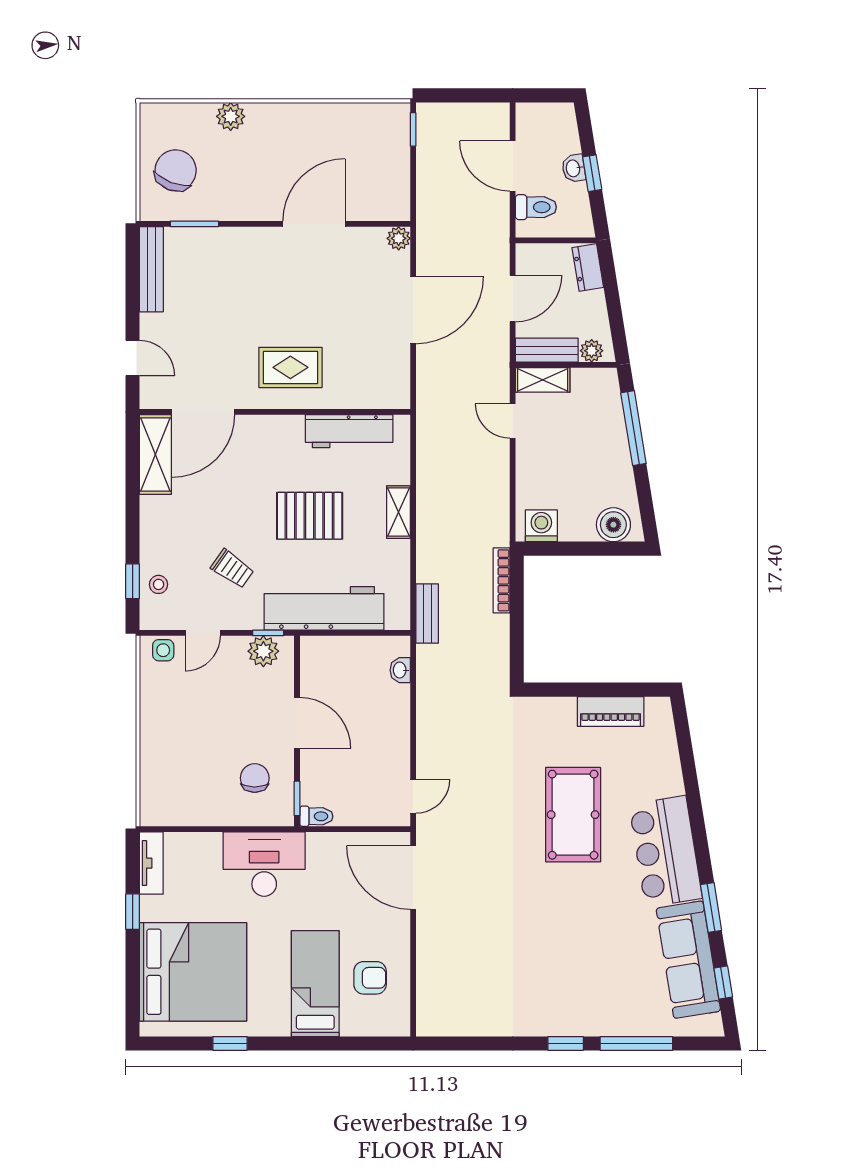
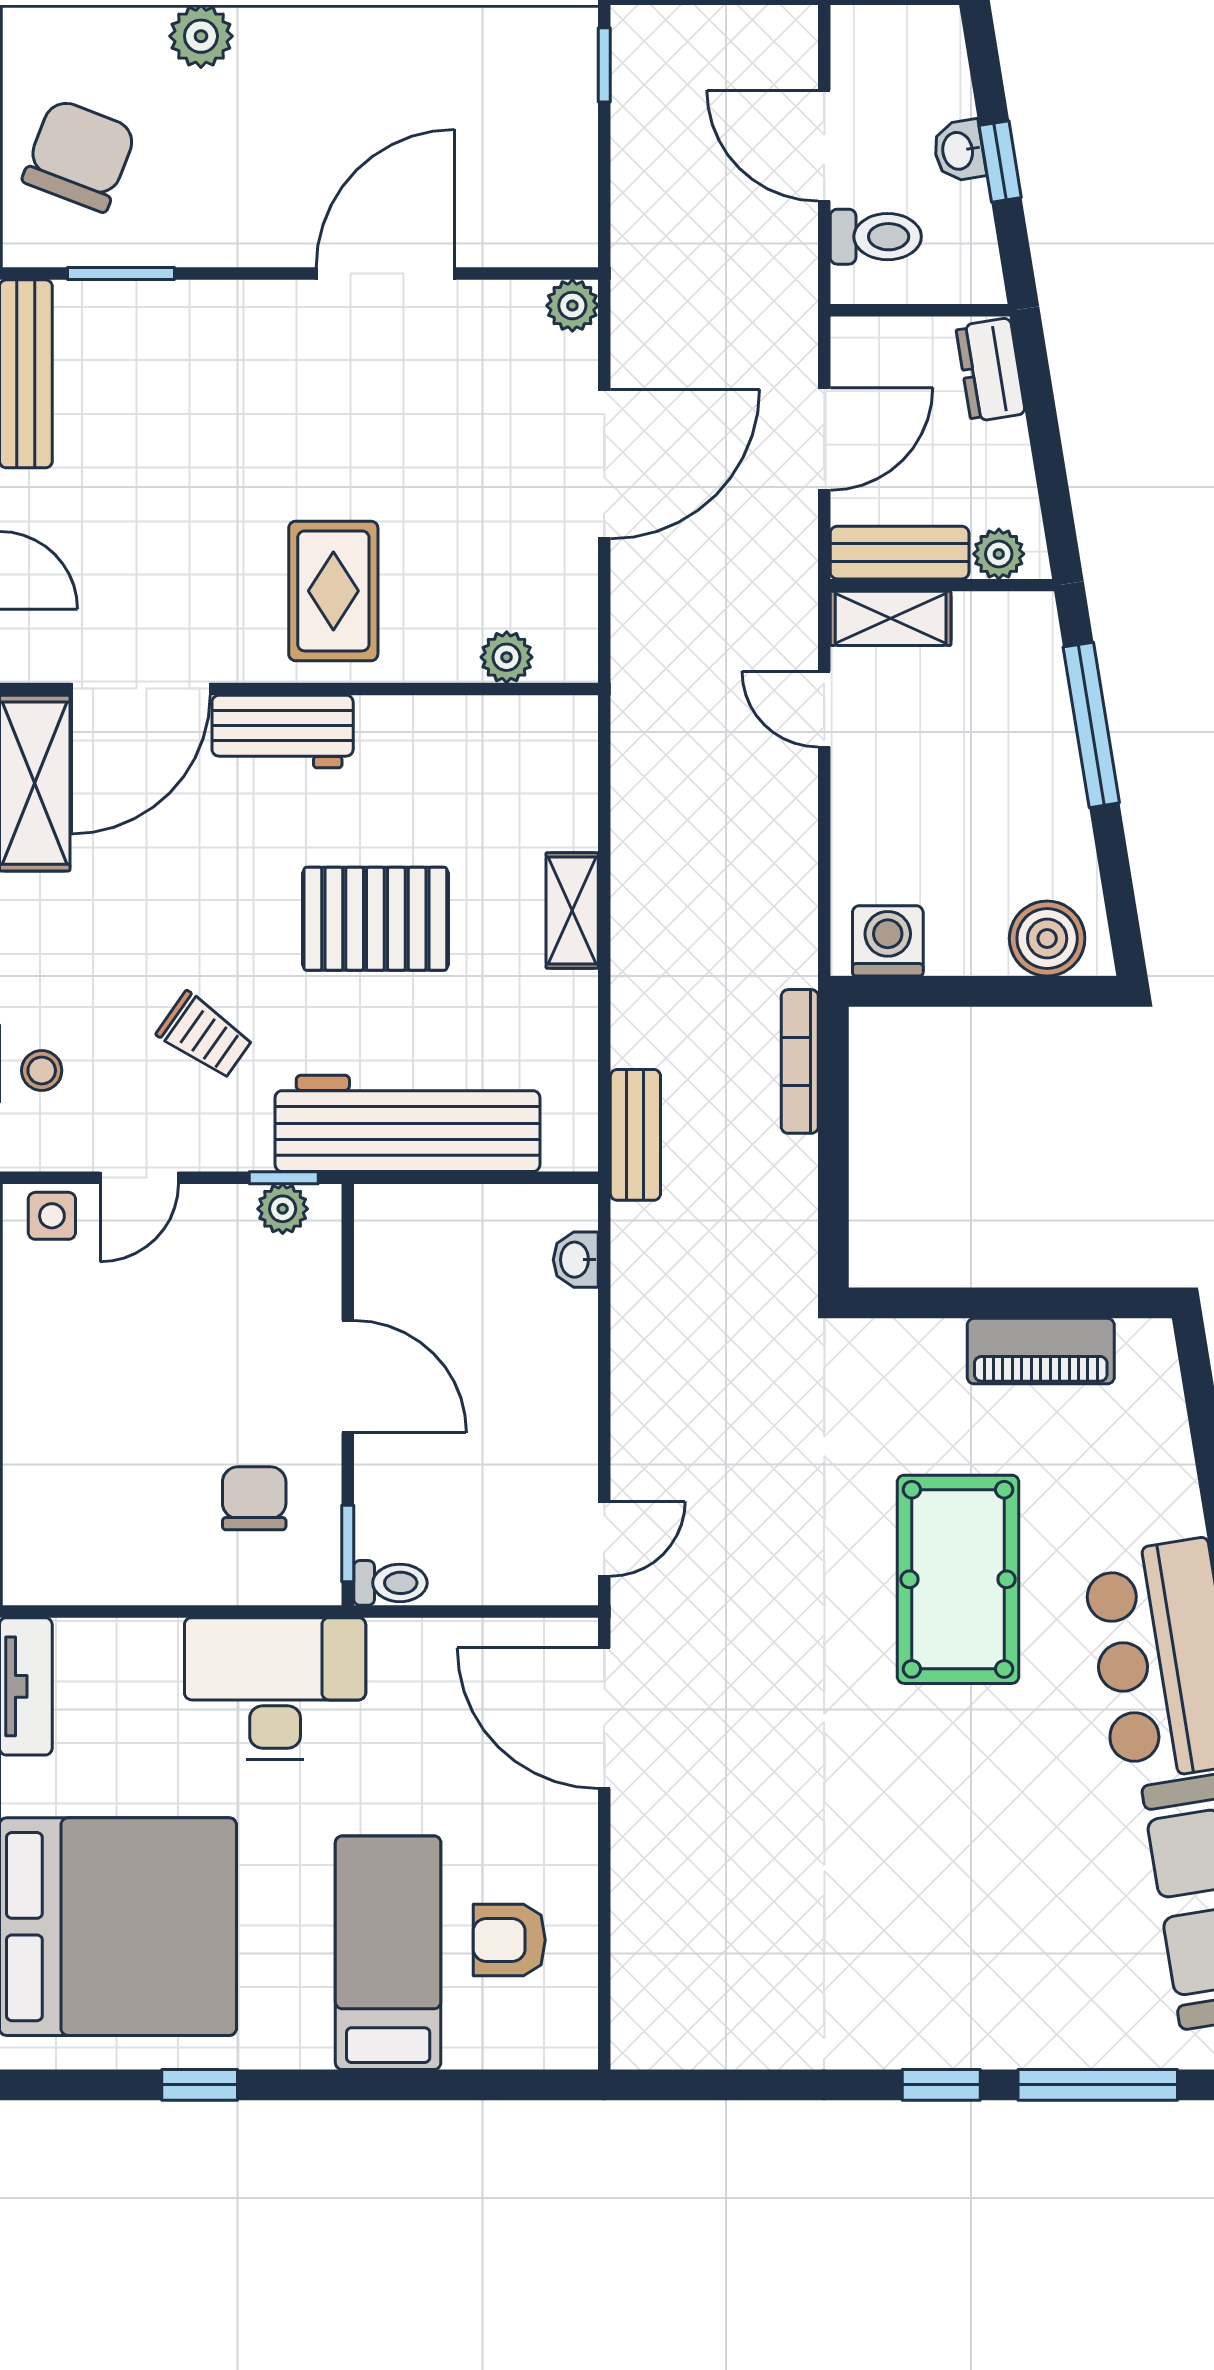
rug: (290, 367) -> (333, 591), turned 90
plant: (369, 397) -> (507, 657), added
workbench: (349, 431) -> (283, 732), moved, width x0.73
plant: (263, 651) -> (283, 1209), width x0.73, depth x0.73
armchair: (370, 978) -> (509, 1940), turned 180

